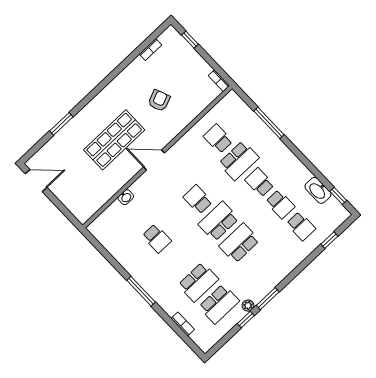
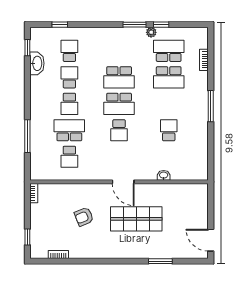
school desk: (198, 282) -> (169, 77), turned 180

